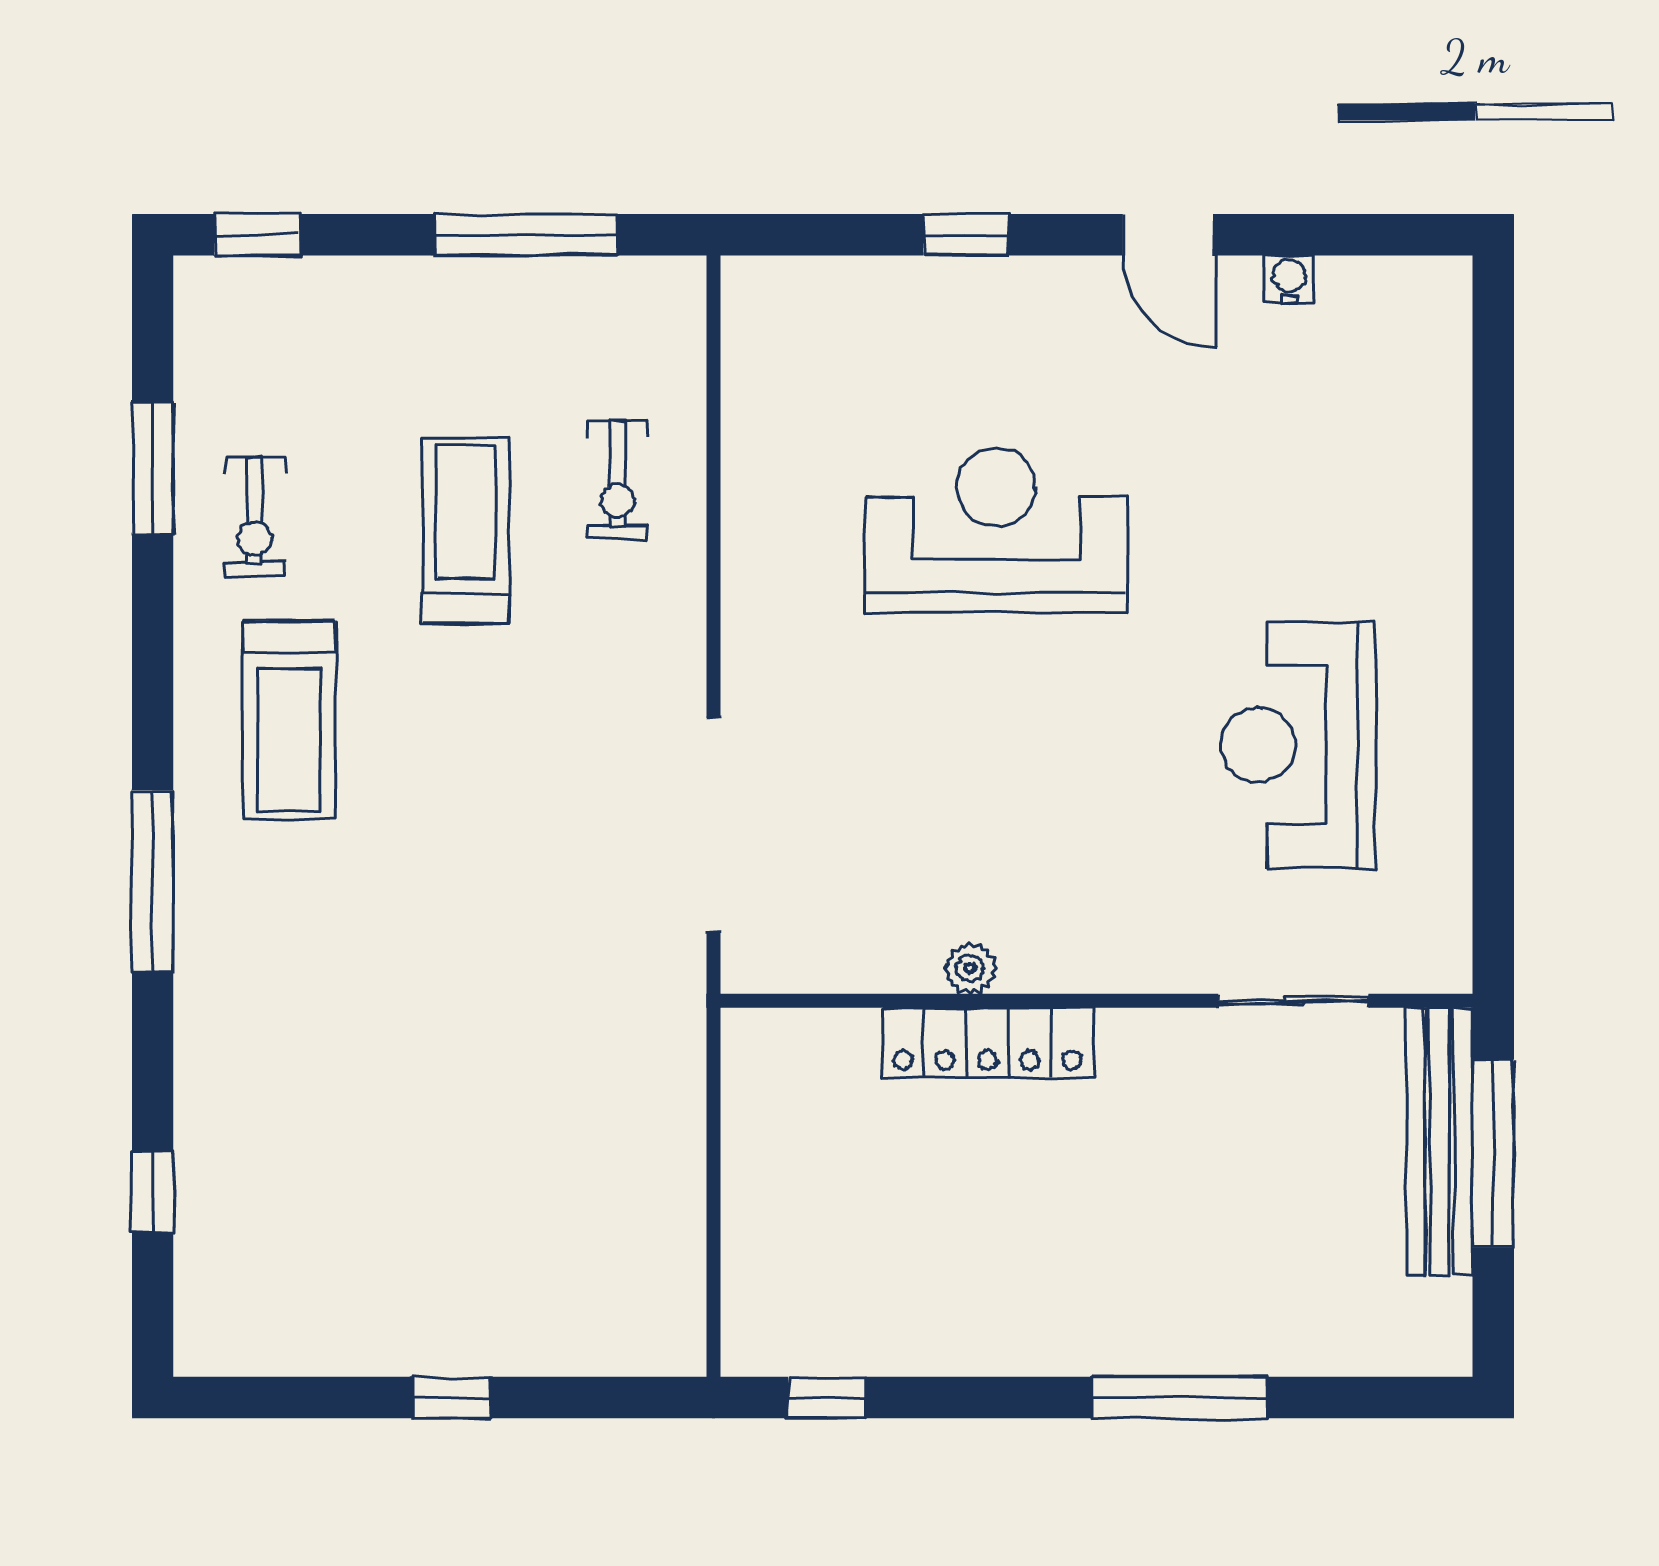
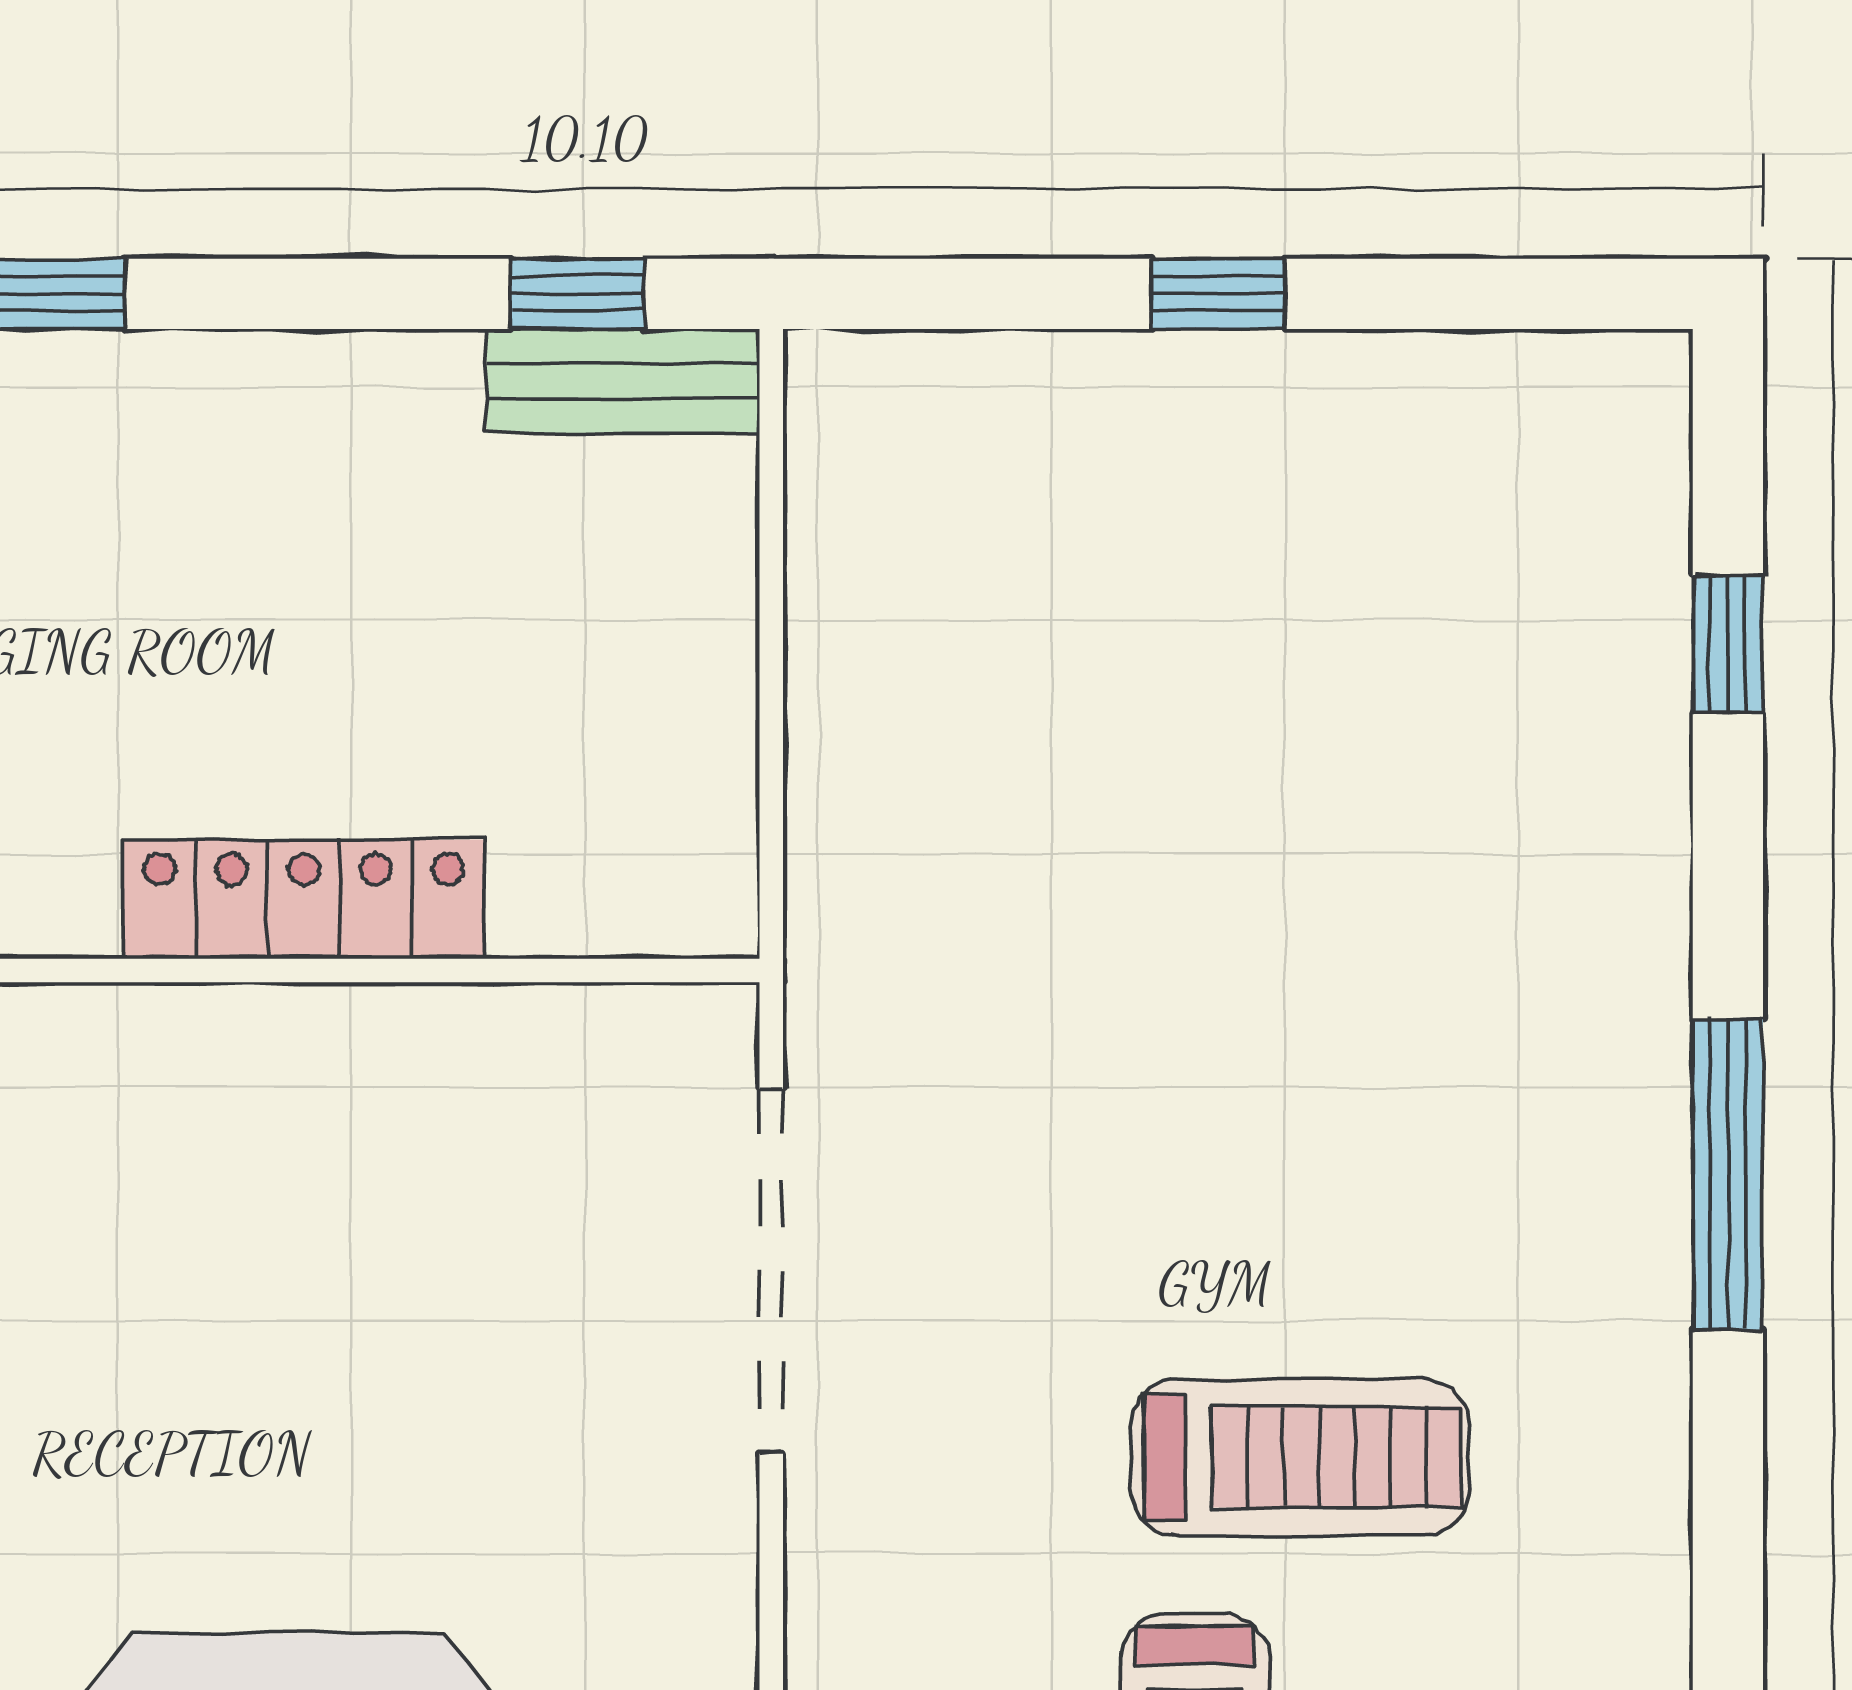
treadmill: (289, 720) -> (1300, 1457), moved, turned 90
plant: (970, 968) -> (334, 1026), removed
bench: (800, 1346) -> (623, 381), added

